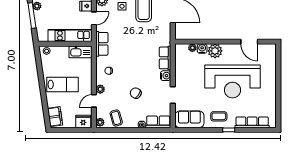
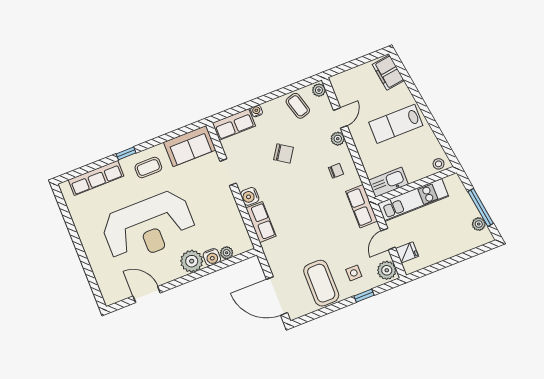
reception desk: (233, 81) -> (148, 227), turned 180
fridge: (83, 121) -> (344, 82), removed

